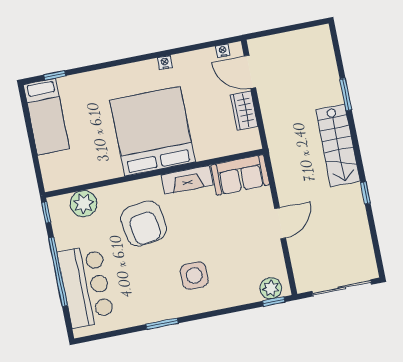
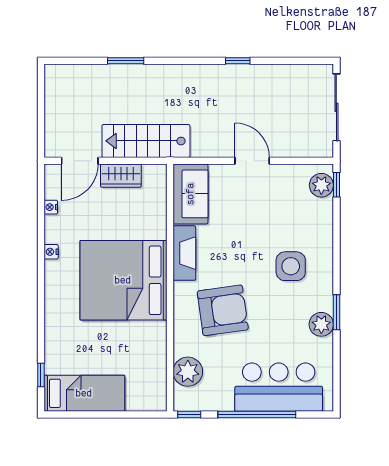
nightstand: (223, 51) -> (51, 207), moved
stairs: (338, 145) -> (146, 141), moved, turned 180
plant: (149, 313) -> (321, 324), added

